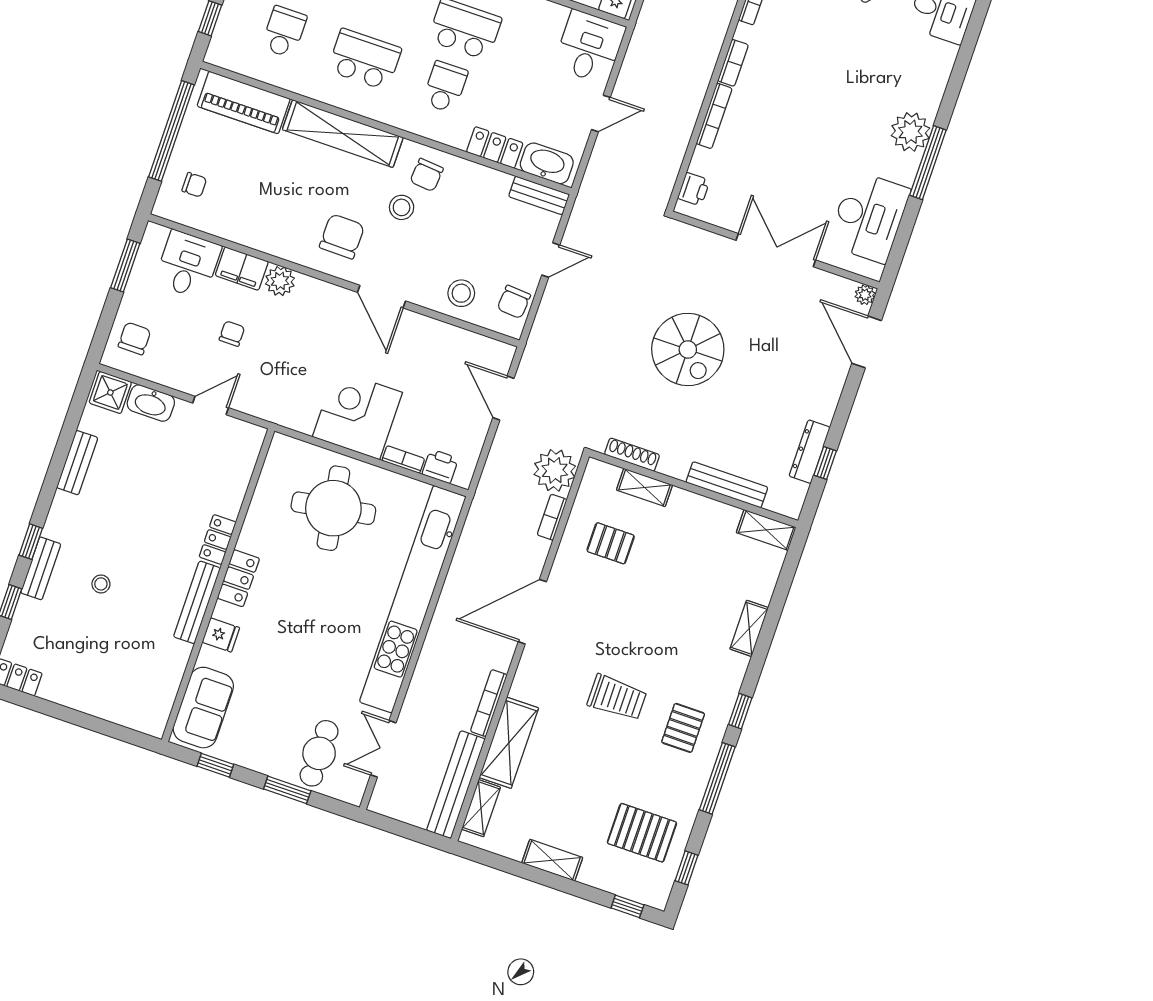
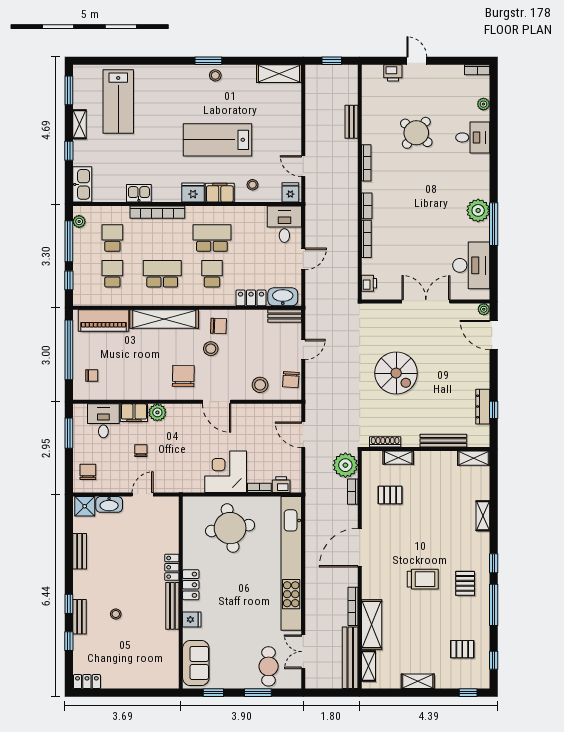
chair: (427, 175) -> (218, 326), turned -93
pallet: (642, 833) -> (462, 649), width x0.67, depth x0.71

